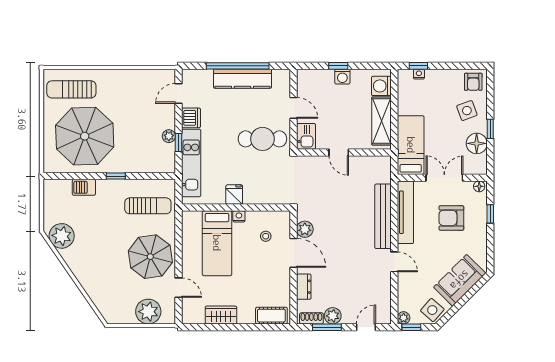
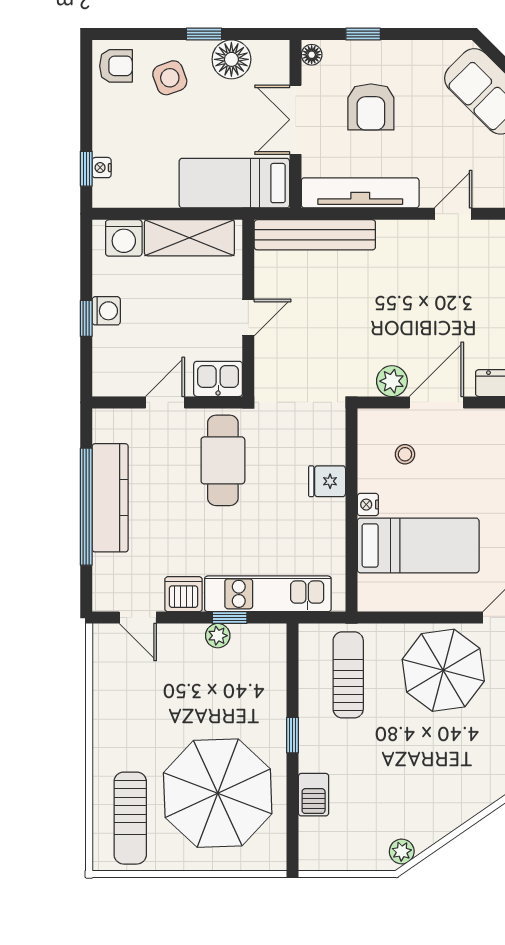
fridge: (234, 195) -> (327, 481), moved
bench: (383, 216) -> (315, 235), moved
plant: (62, 236) -> (402, 851), width x0.53, depth x0.53

